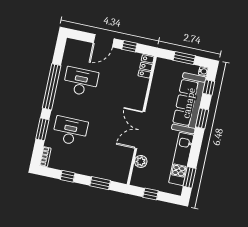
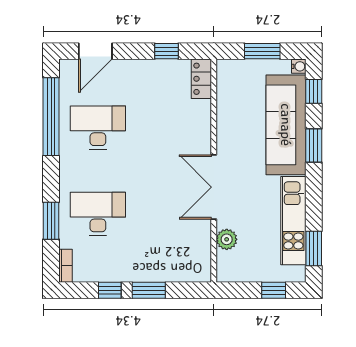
door: (104, 41) -> (95, 51), moved
window: (52, 87) -> (51, 117), moved
window: (100, 183) -> (149, 290), moved
window: (151, 194) -> (274, 290), moved

